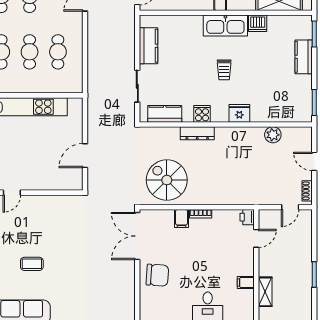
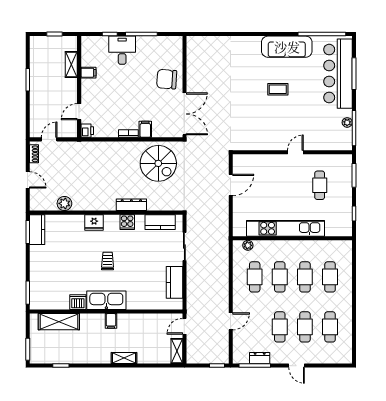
kitchen counter: (304, 57) -> (37, 230), moved
plant: (66, 87) -> (248, 245), added

